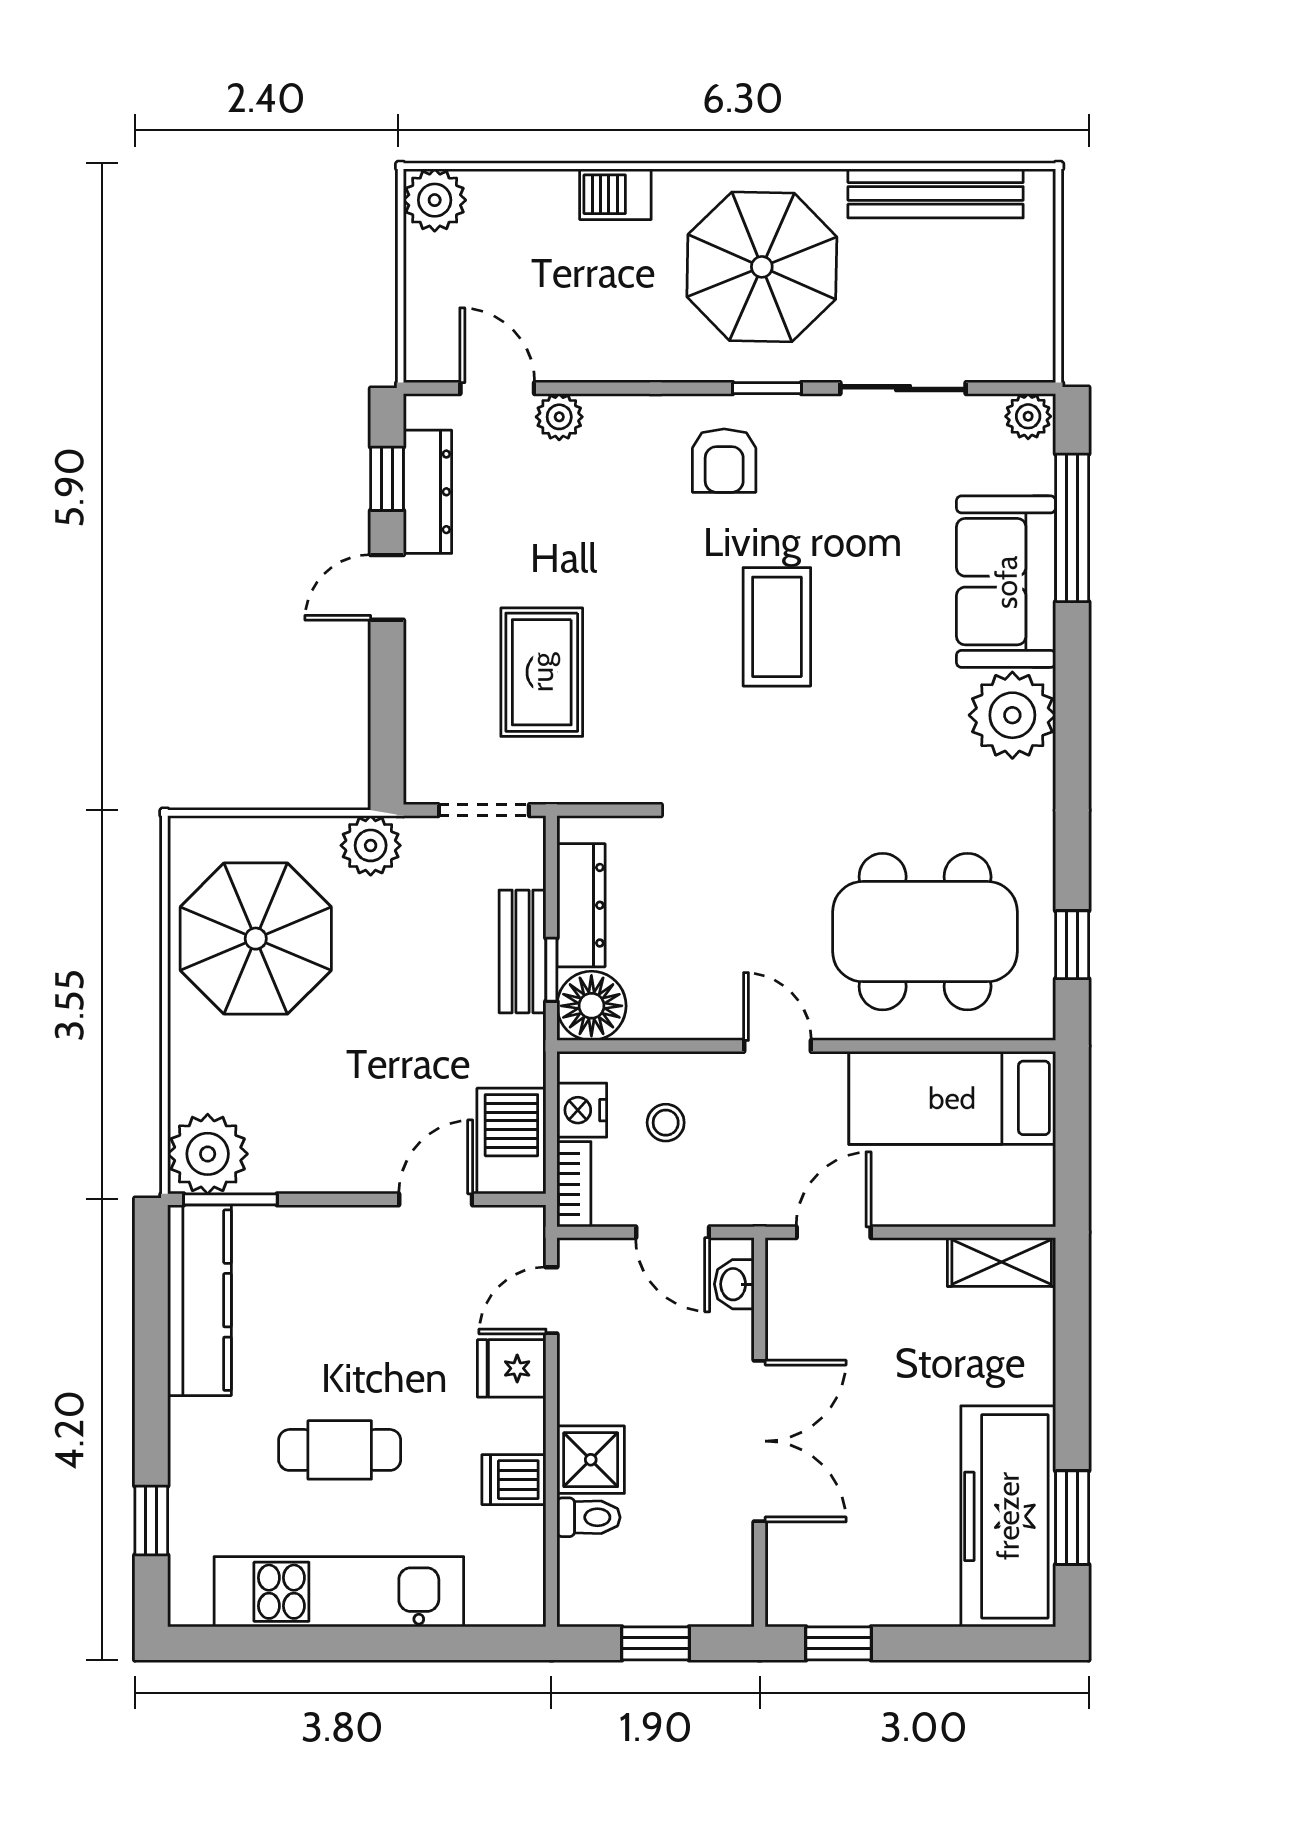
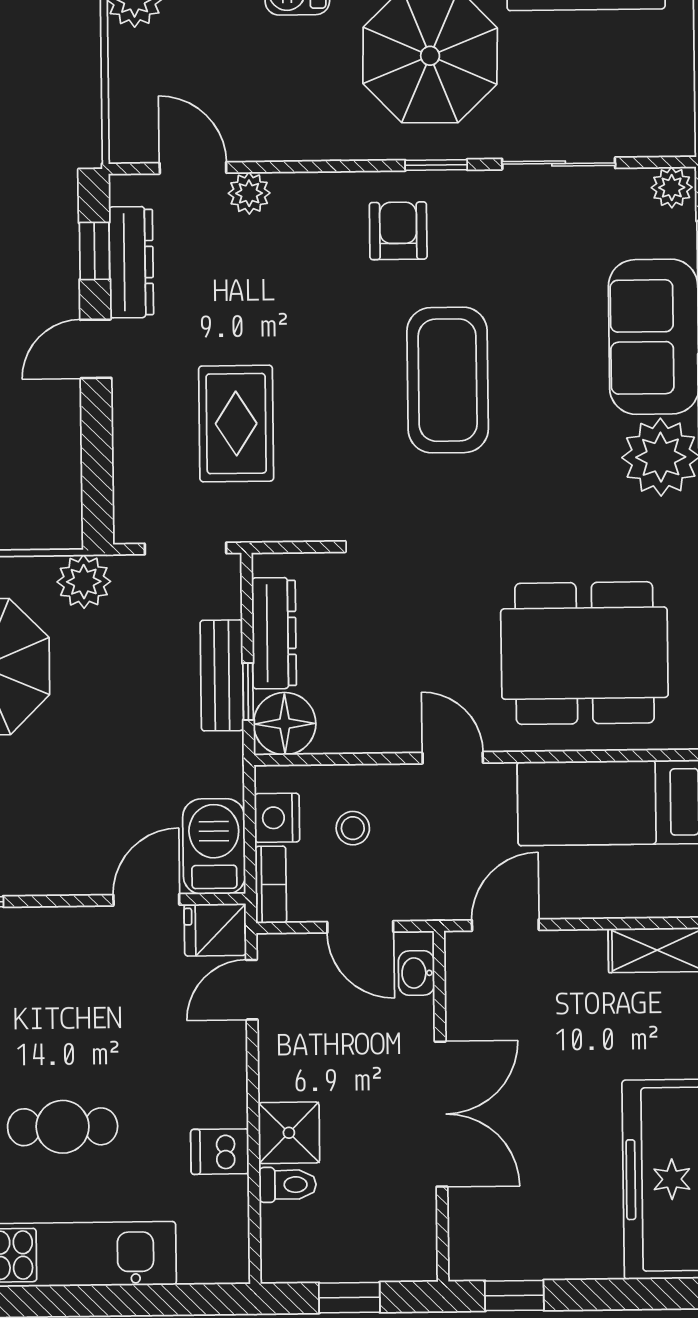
armchair: (724, 461) -> (398, 231), turned 180
coffee table: (777, 627) -> (448, 380), width x1.36, depth x1.32
fridge: (512, 1368) -> (215, 930), moved

